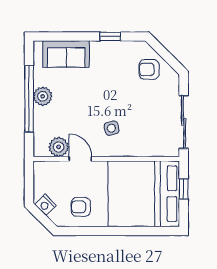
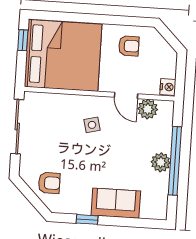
sofa: (66, 54) -> (116, 203), moved
window: (184, 189) -> (23, 40), moved
nightstand: (45, 205) -> (168, 87), moved, turned 45

